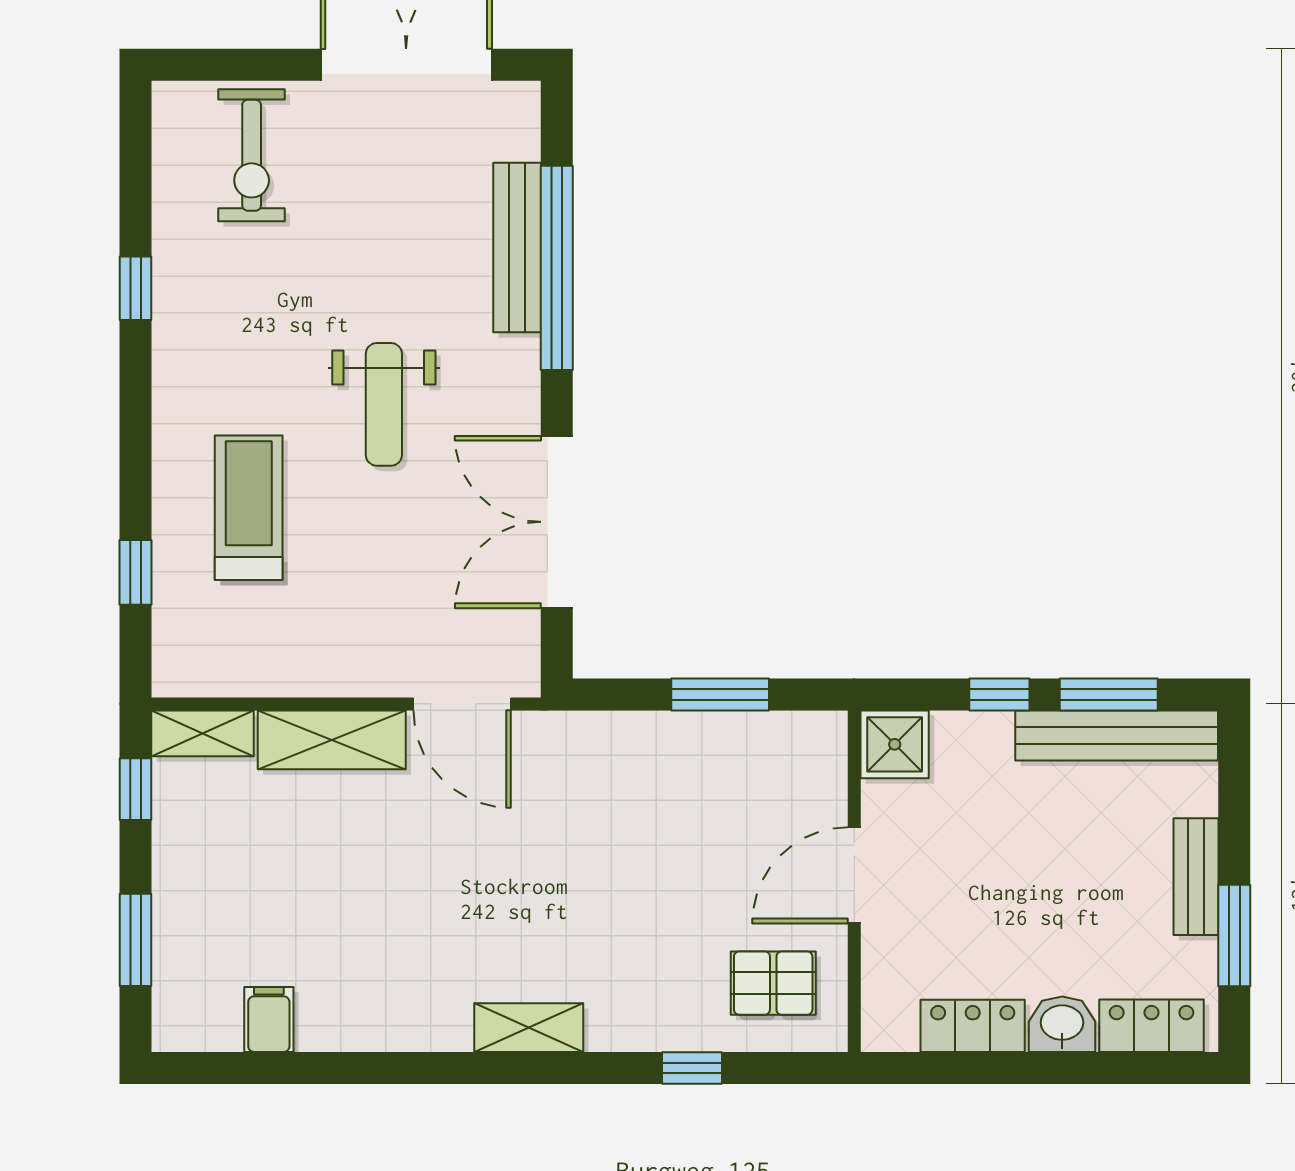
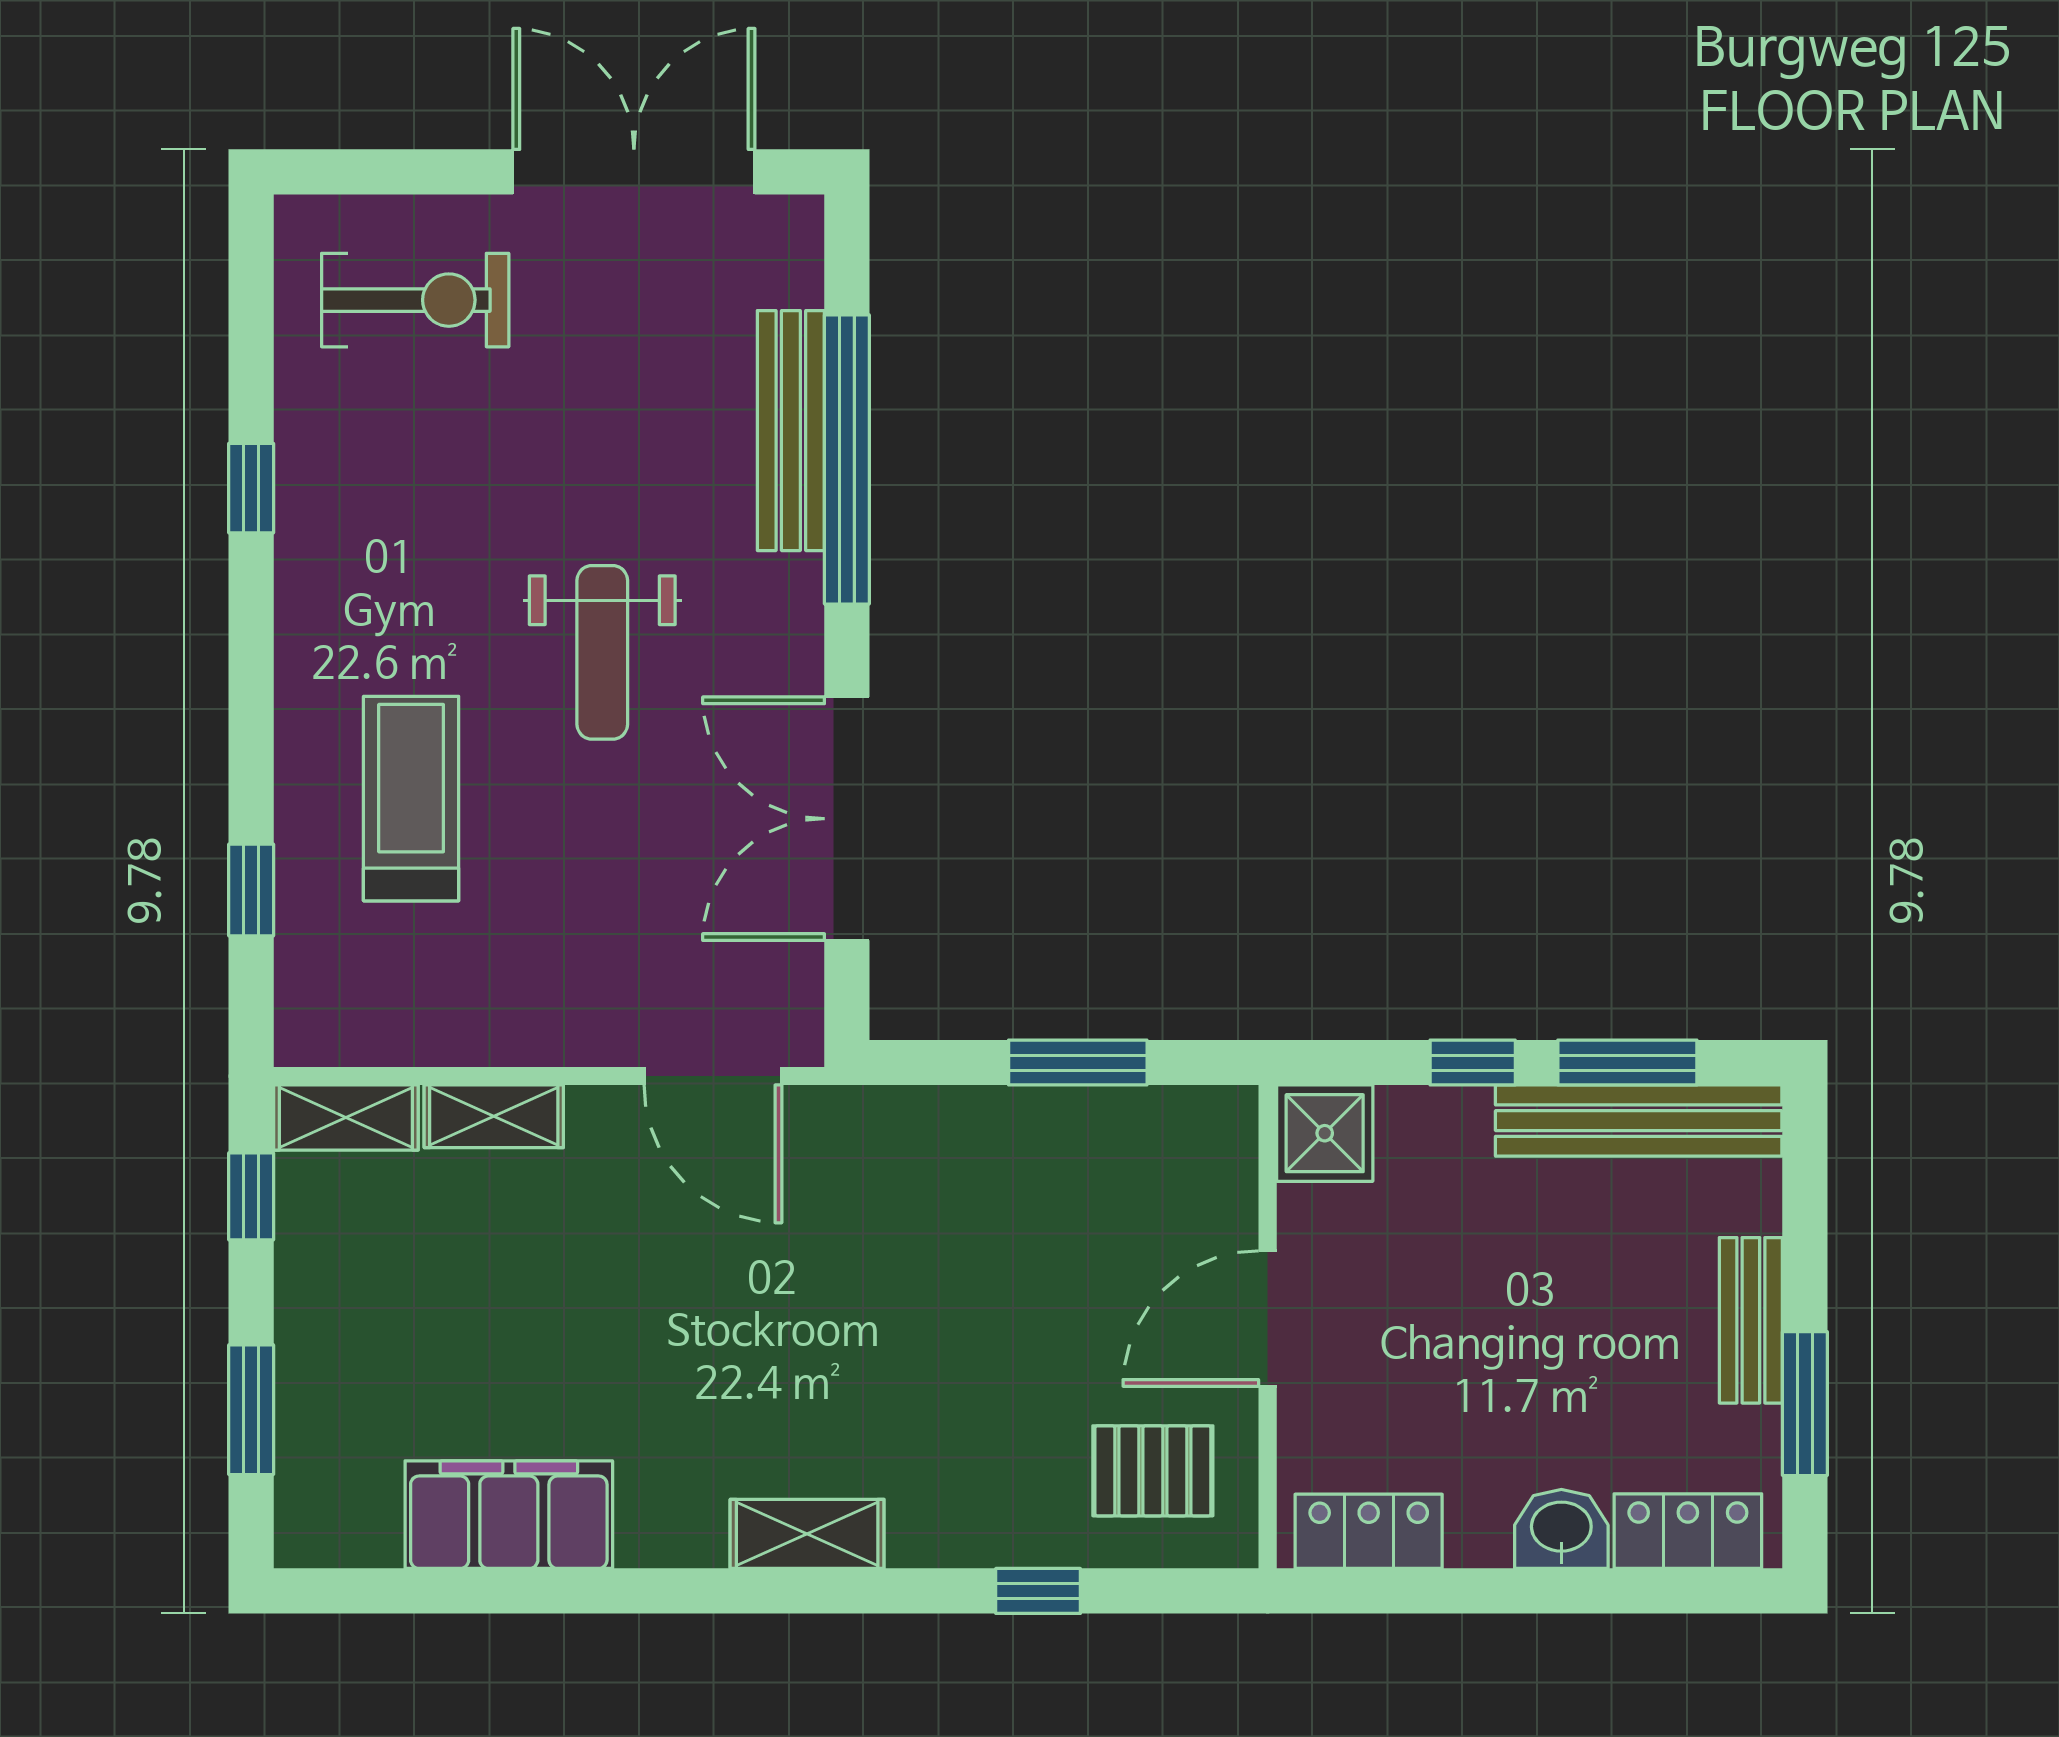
exercise bike: (252, 155) -> (415, 300), turned -90
shelving: (332, 740) -> (494, 1116), width x0.67, depth x0.75
filing cabinet: (269, 1020) -> (509, 1515), width x3.00, depth x1.17
locker: (973, 1026) -> (1369, 1531), moved

